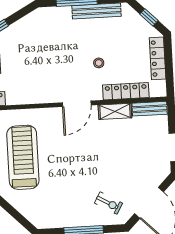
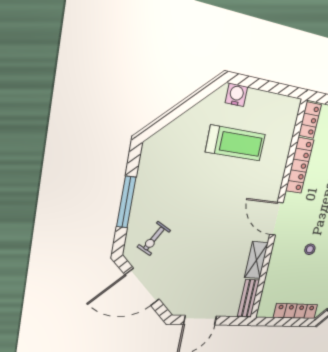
locker: (126, 91) -> (300, 166), moved
treadmill: (23, 157) -> (236, 143), width x0.73, depth x0.73

